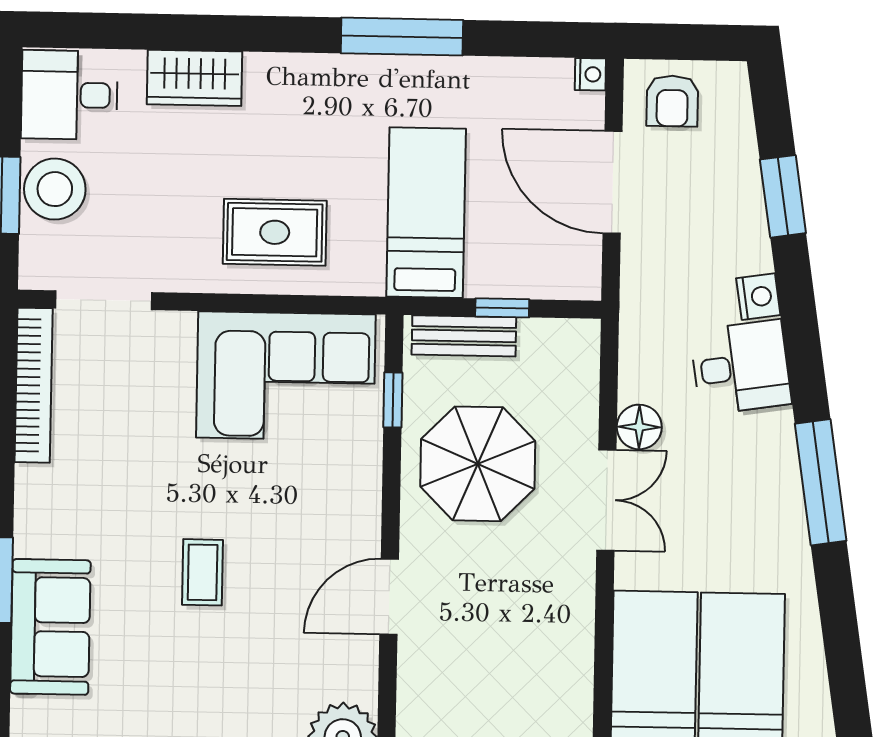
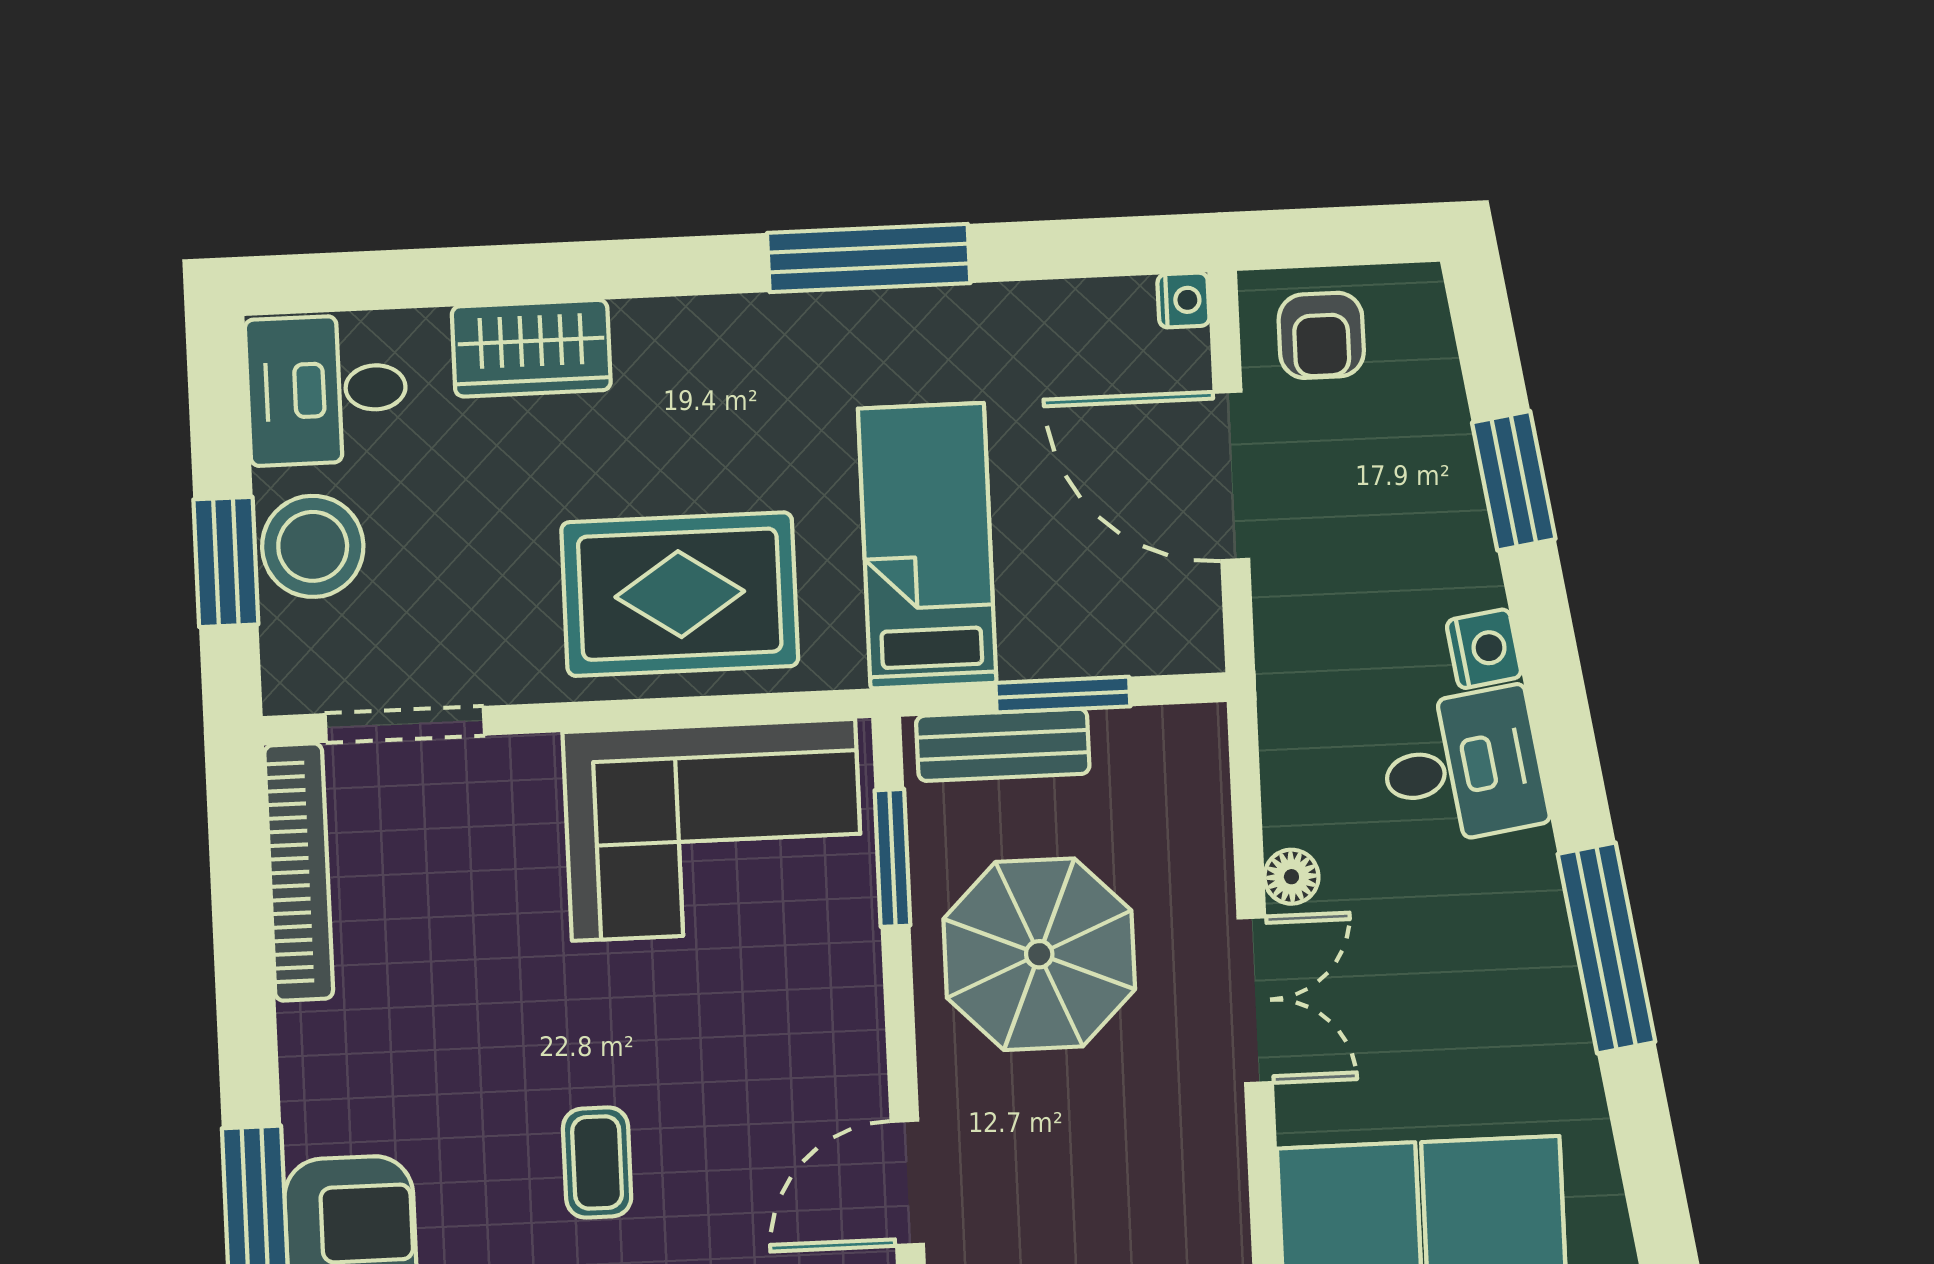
rug: (275, 232) -> (680, 594), width x1.36, depth x1.43
window: (502, 308) -> (1063, 695), width x1.50
window: (393, 400) -> (892, 858), width x1.50
floor lamp: (639, 427) -> (1291, 877), width x0.73, depth x0.73

